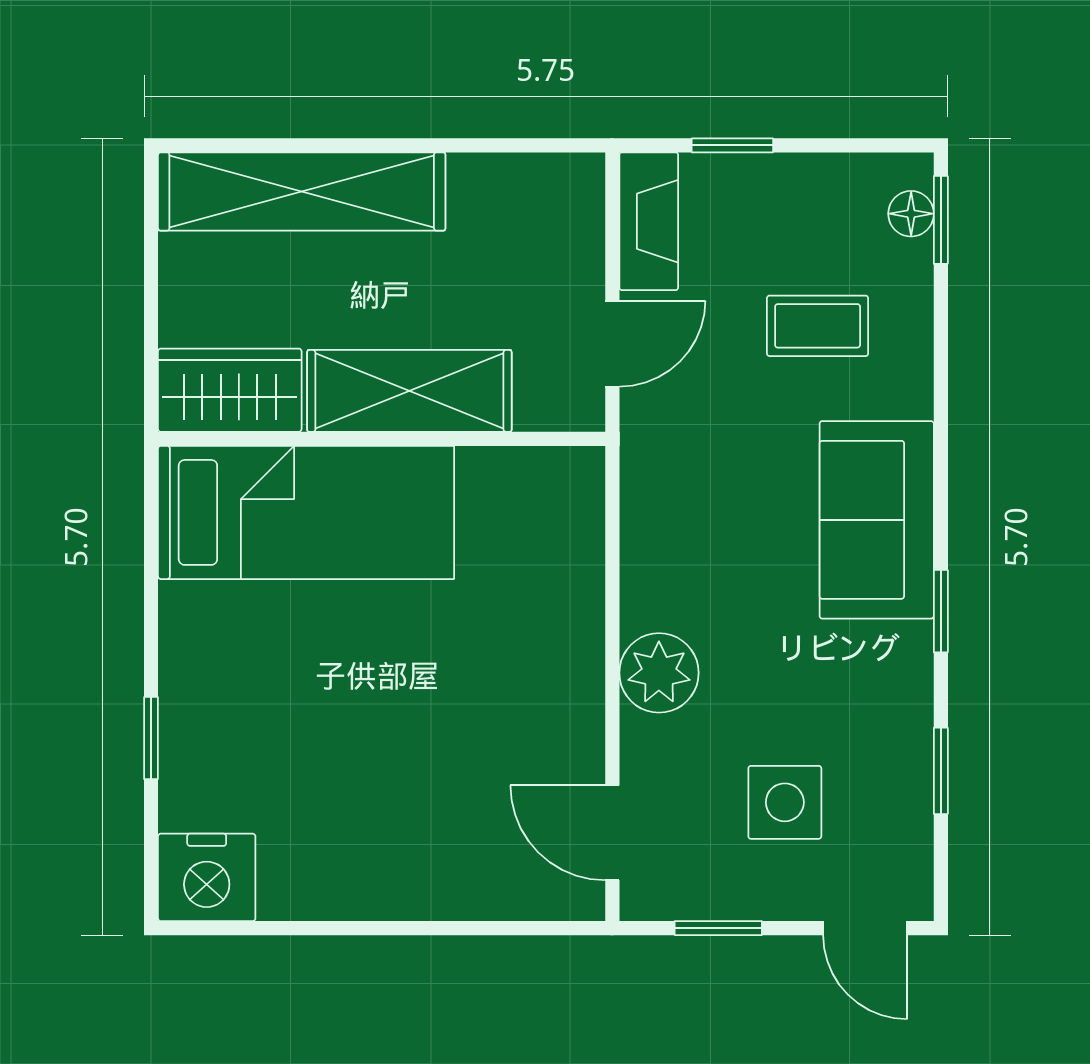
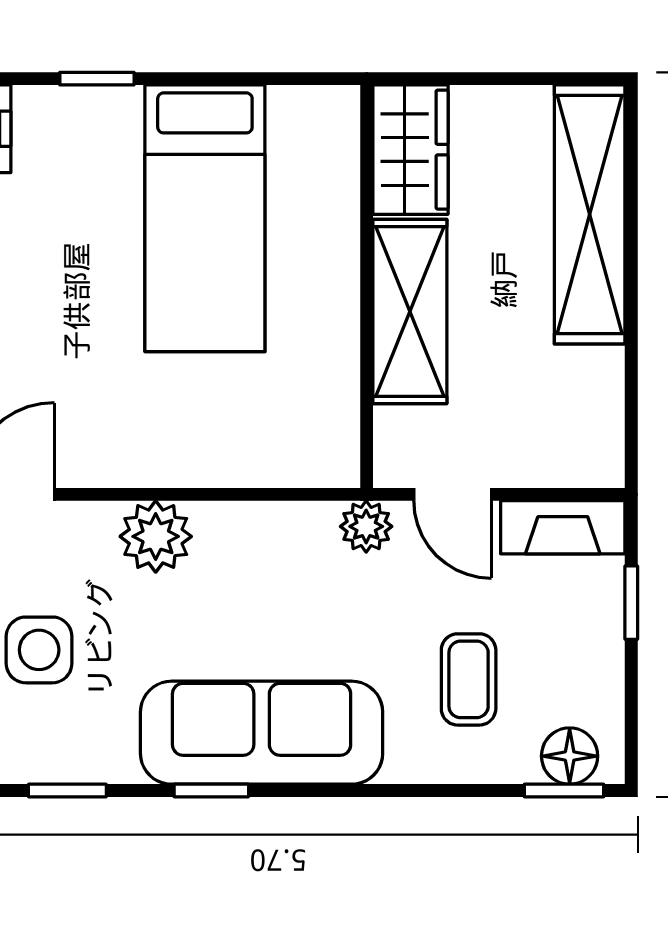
floor lamp: (911, 214) -> (570, 756), width x1.37, depth x1.37
plant: (648, 439) -> (366, 526), added
bed: (306, 512) -> (205, 218), moved
sofa: (877, 520) -> (262, 733), width x1.36

